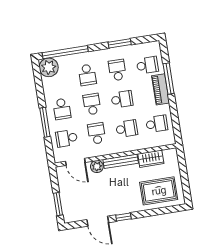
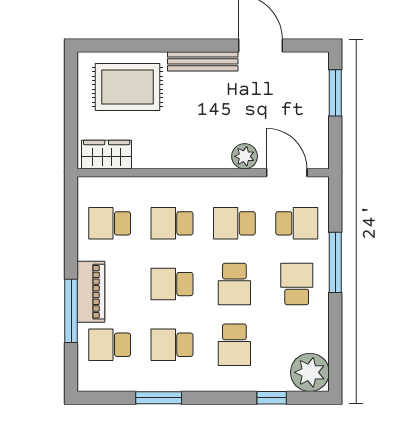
window: (65, 52) -> (272, 398), width x0.32
school desk: (117, 70) -> (172, 345), turned 90
school desk: (87, 75) -> (234, 345), turned 180
school desk: (97, 133) -> (234, 223), turned 90
wardrobe: (151, 159) -> (107, 155), moved
bench: (121, 161) -> (203, 61), moved
window: (123, 217) -> (207, 45), removed

